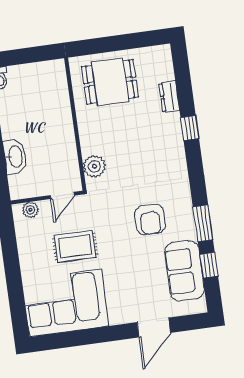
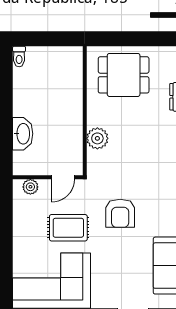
plant: (94, 166) -> (97, 138), moved
armchair: (150, 219) -> (120, 213), moved

